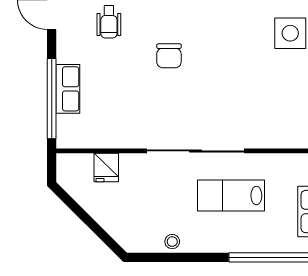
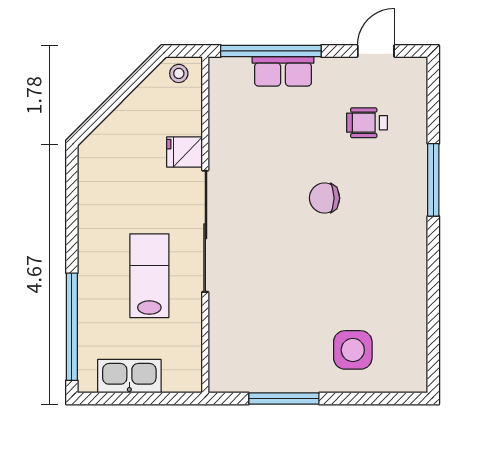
fridge: (106, 168) -> (185, 152), moved
stool: (172, 242) -> (179, 73), moved

